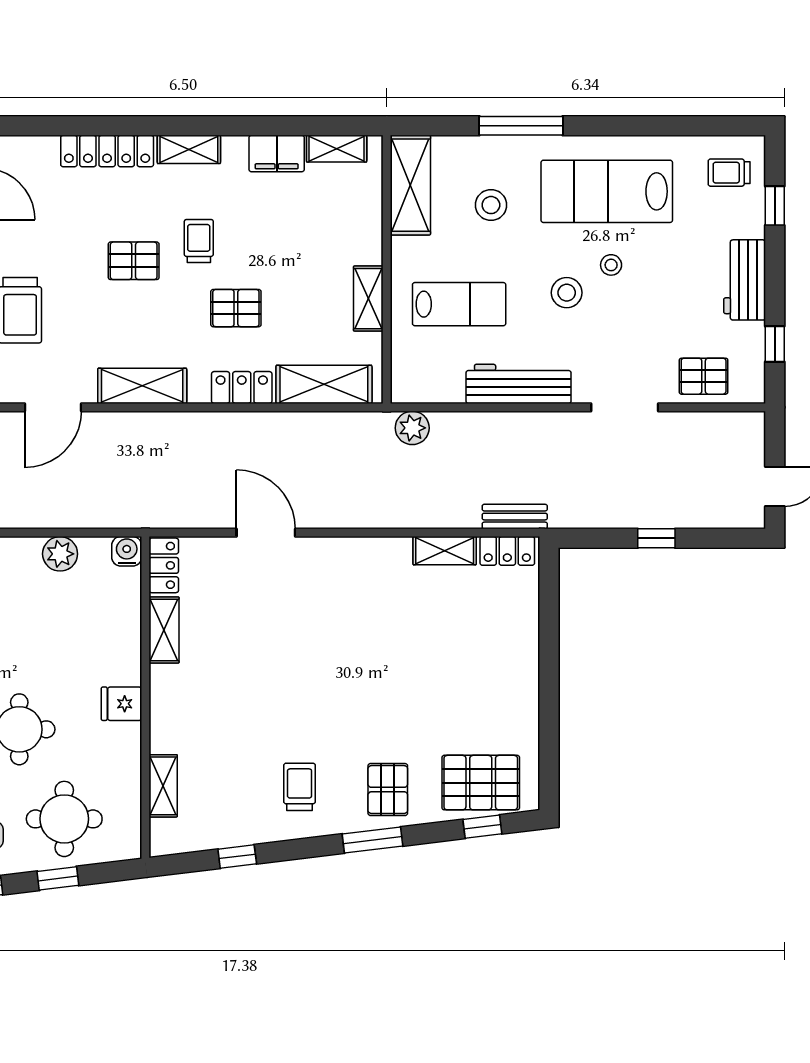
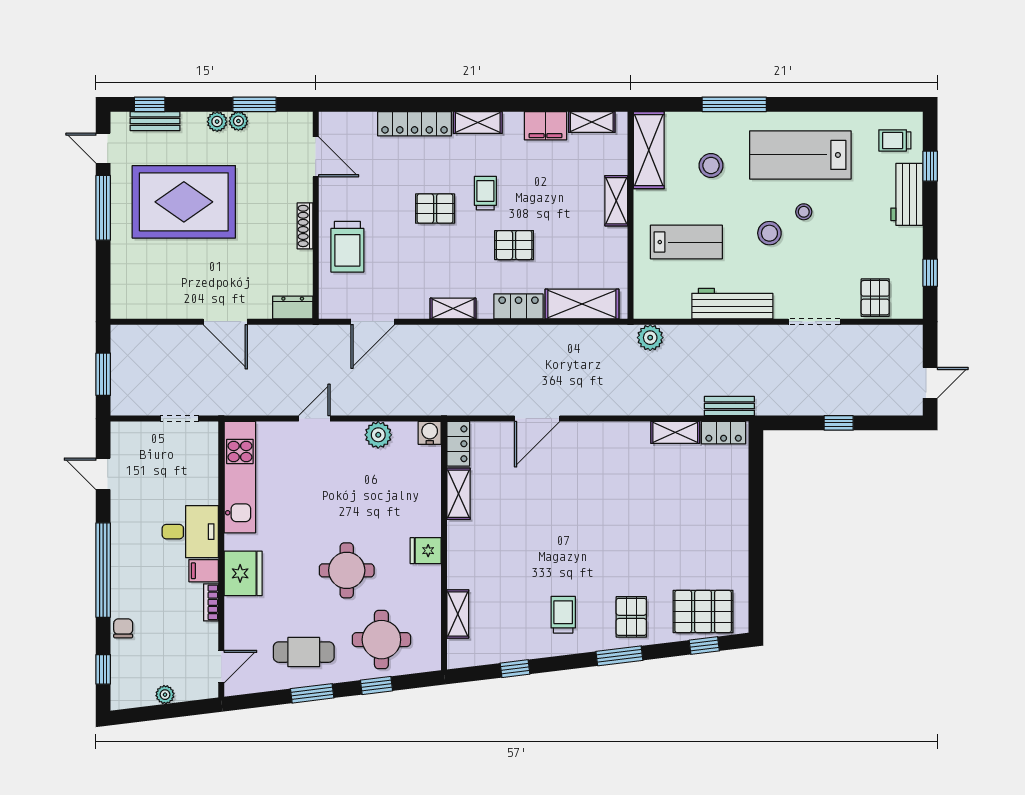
workbench: (745, 280) -> (907, 194), moved
shelving: (368, 299) -> (616, 201), moved
pallet: (704, 376) -> (875, 298), turned 90
shelving: (142, 386) -> (453, 309), width x0.67, depth x0.75
door: (266, 533) -> (537, 419), swing flipped

